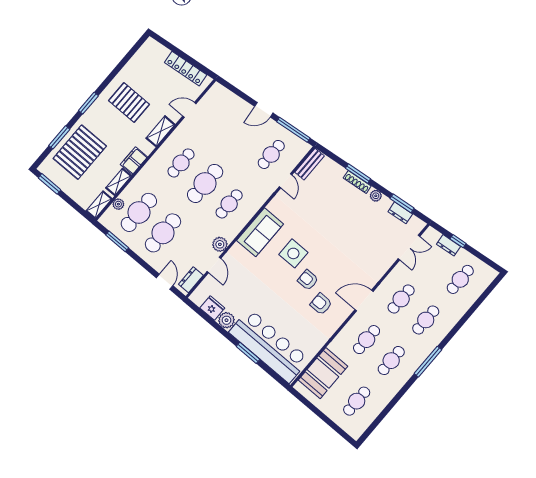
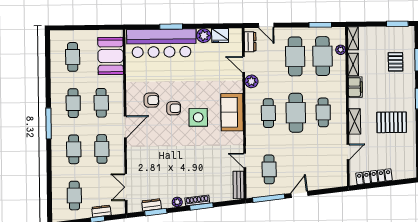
pallet: (80, 152) -> (396, 62), width x0.49, depth x0.50

